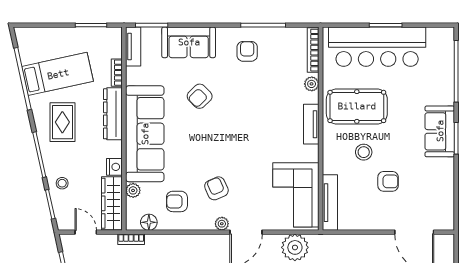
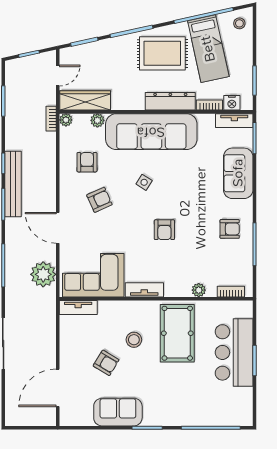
bar counter: (377, 47) -> (234, 352), width x0.73
bookcase: (313, 50) -> (231, 292), width x0.64
armchair: (200, 96) -> (164, 230), moved, turned -136
rug: (62, 122) -> (162, 53), width x1.36, depth x1.43
tv unit: (311, 124) -> (144, 290), moved
sofa: (440, 131) -> (118, 412), moved
side table: (198, 141) -> (144, 182), added
nightstand: (114, 167) -> (232, 103), moved
armchair: (388, 181) -> (106, 363), turned -59
stool: (62, 183) -> (239, 23), moved
tv unit: (330, 203) -> (78, 308), width x0.71
floor lamp: (149, 222) -> (67, 135), removed
plant: (222, 224) -> (66, 120), moved

